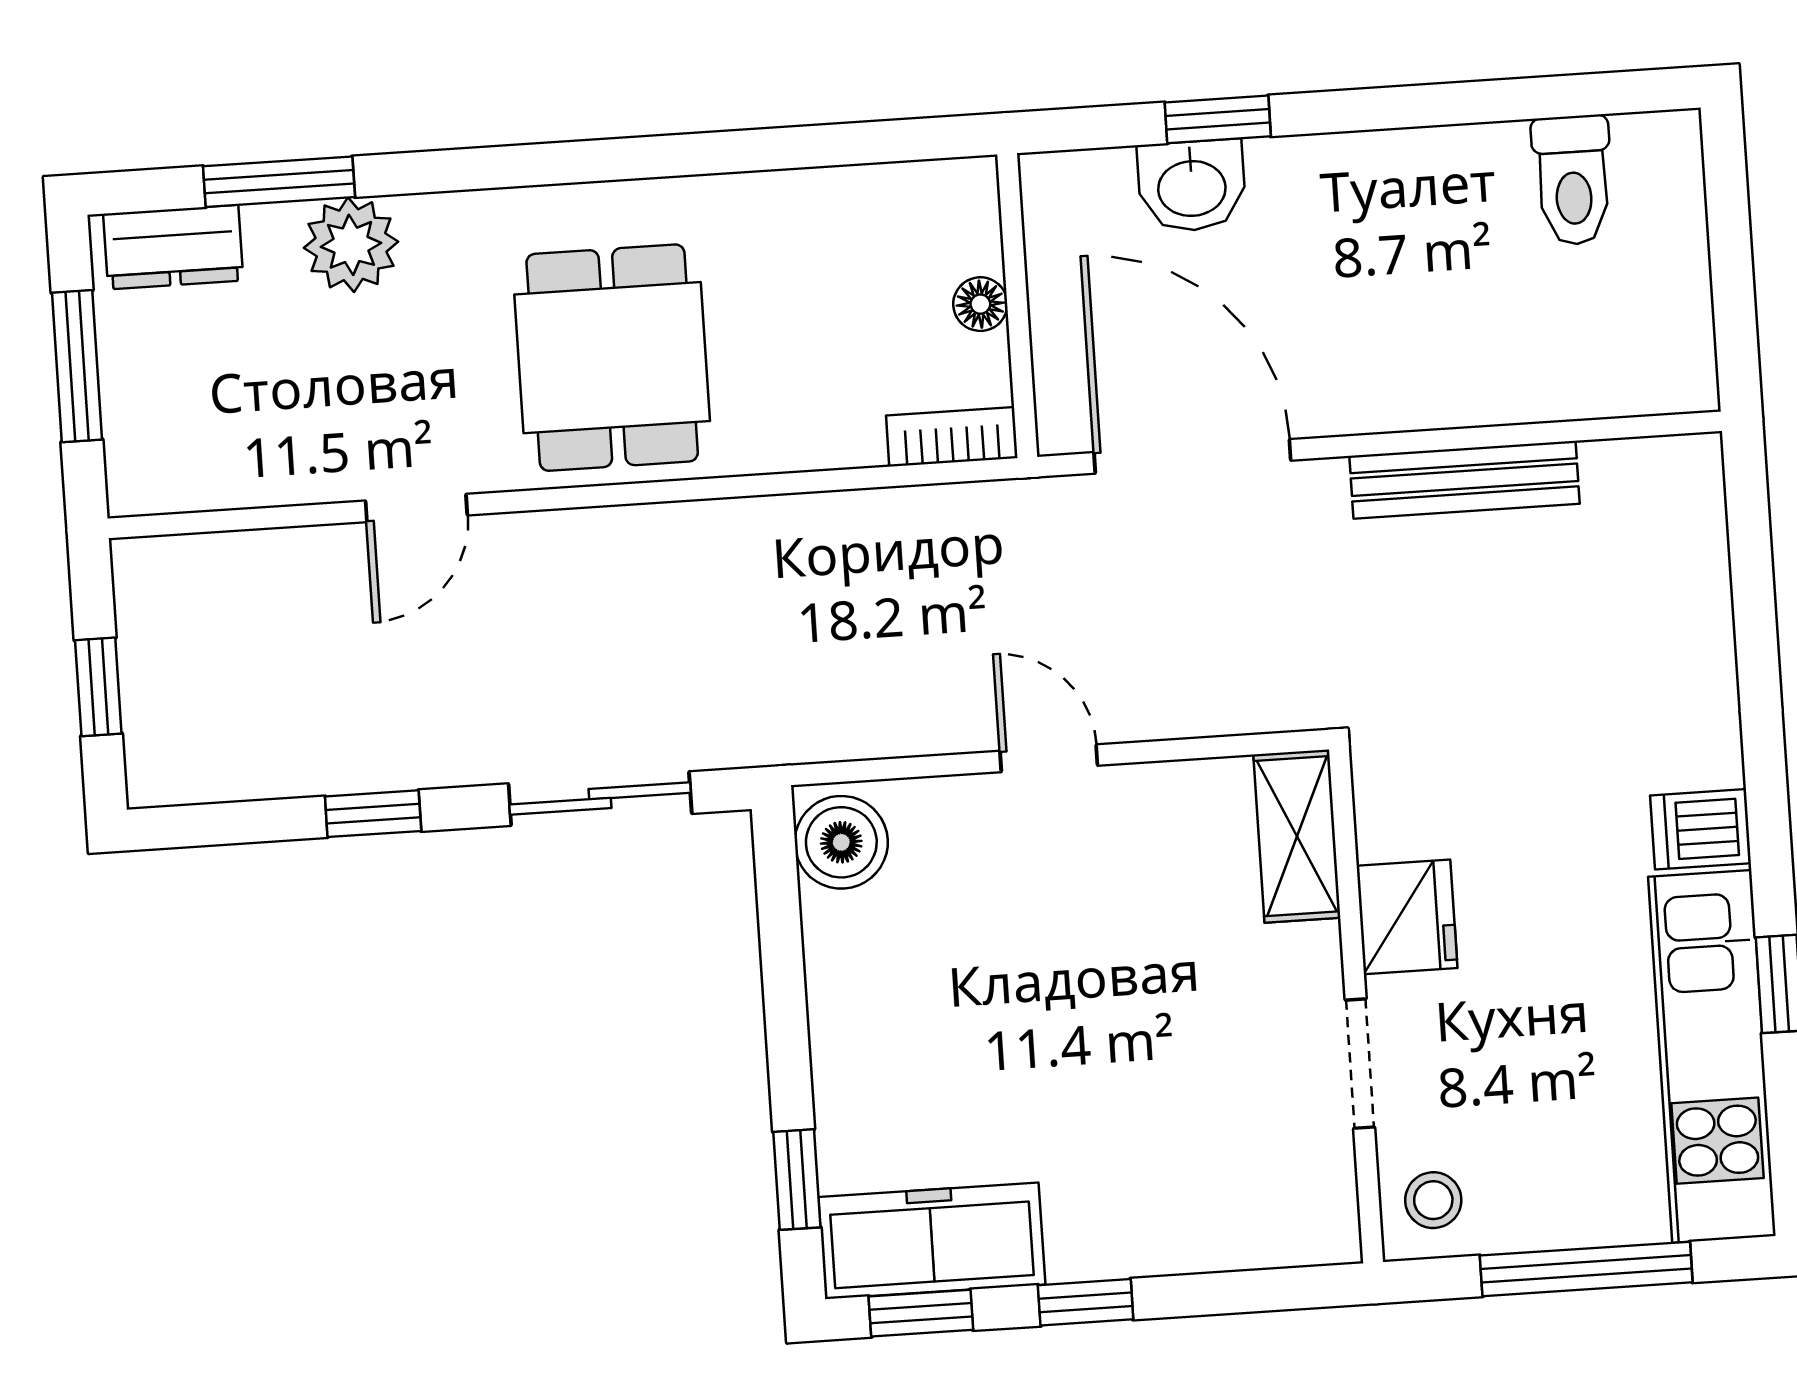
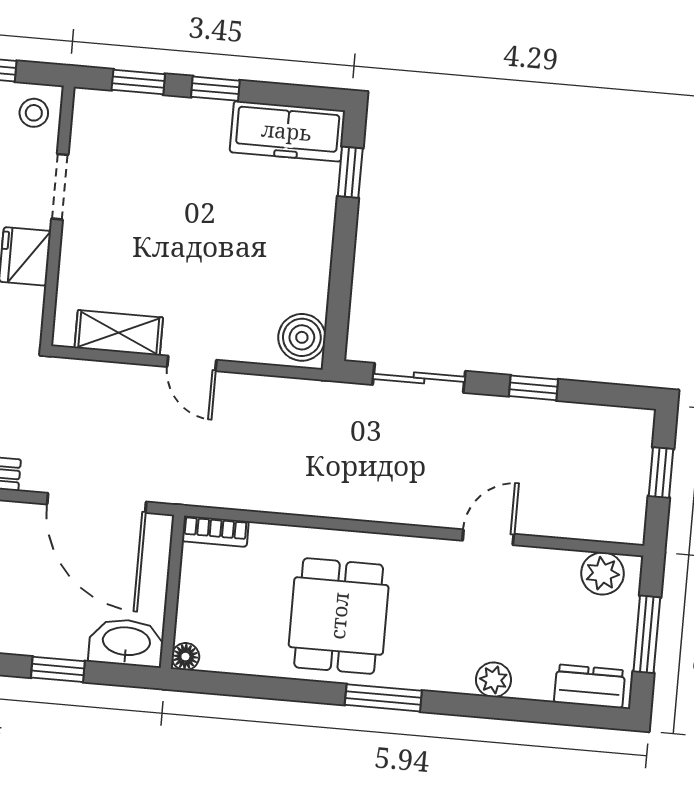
window: (279, 182) -> (383, 698), moved
washbasin: (1192, 186) -> (126, 643), moved, width x1.38
plant: (351, 245) -> (493, 680), width x0.73, depth x0.73
floor lamp: (980, 304) -> (185, 657), moved
dining table: (612, 358) -> (339, 616), moved
plant: (182, 472) -> (602, 573), added
shelving: (1297, 836) -> (119, 333), moved, turned 90
window: (921, 1313) -> (138, 82), moved

